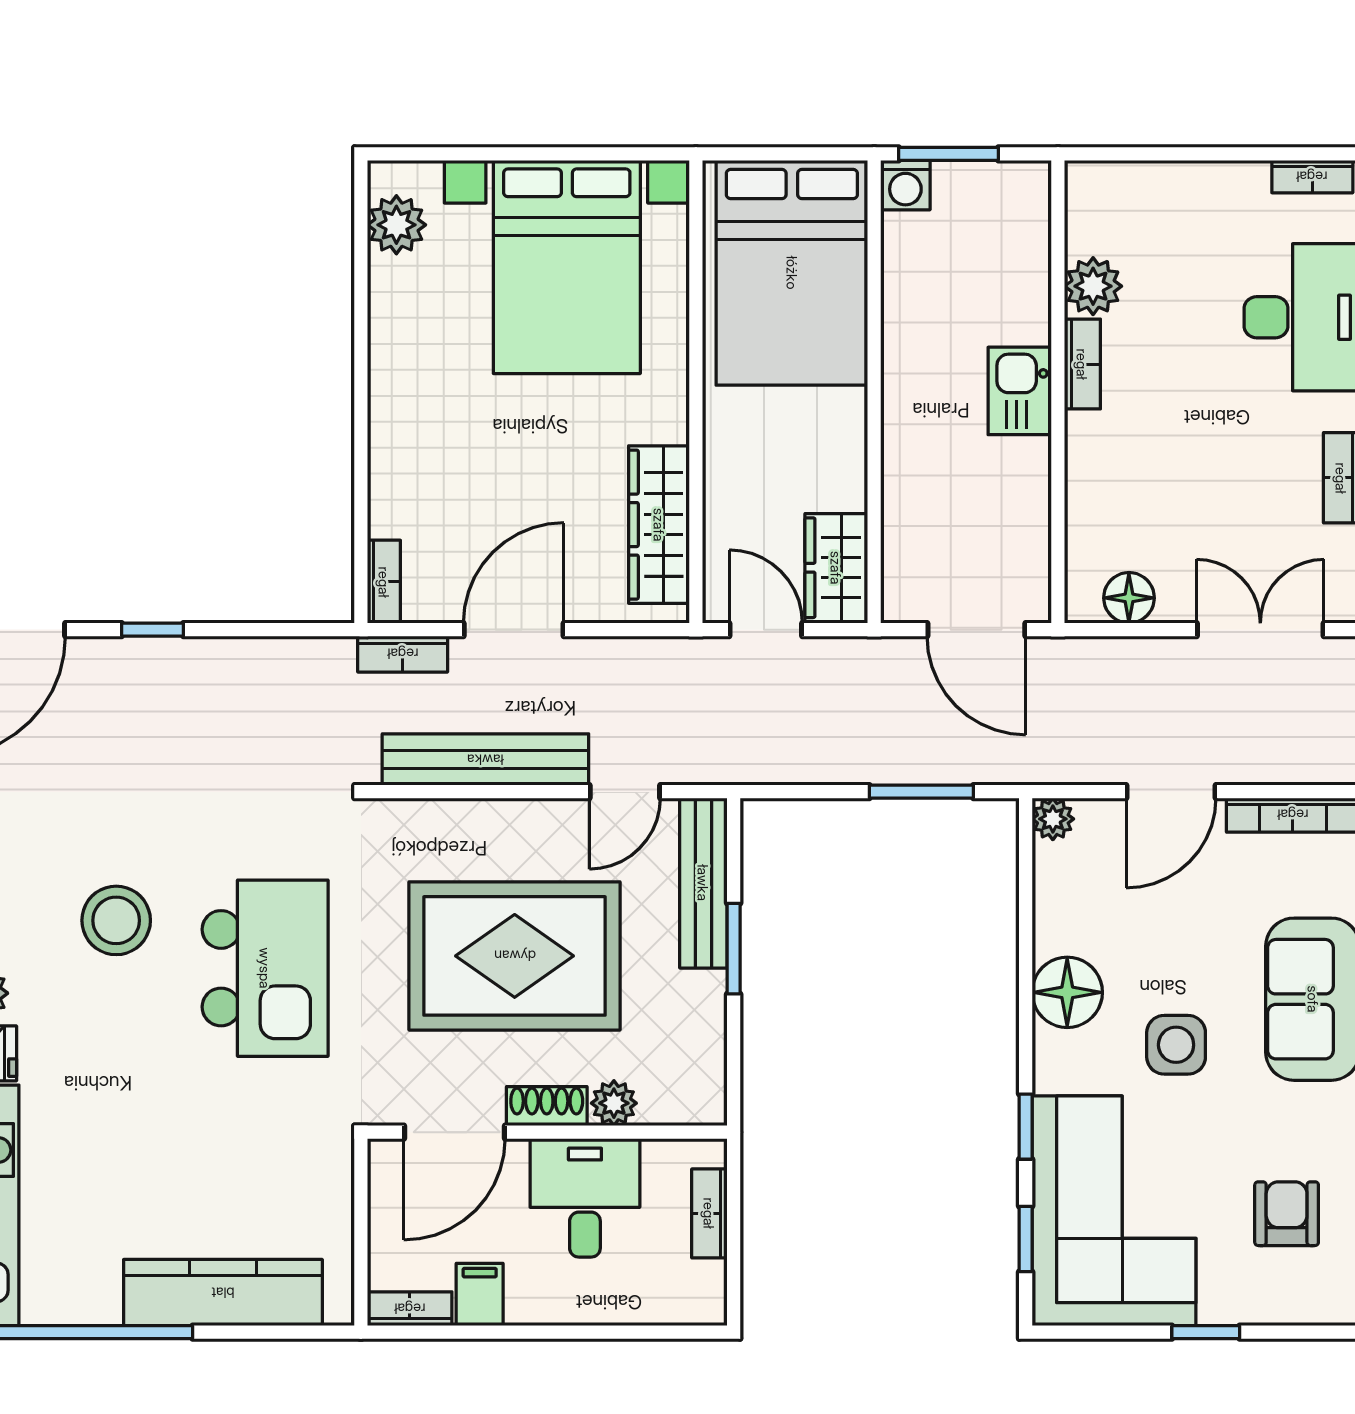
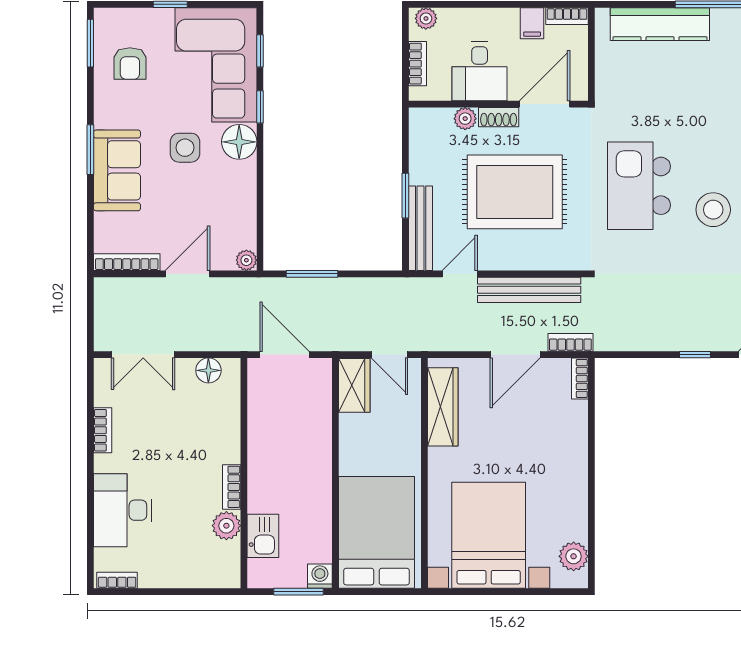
kitchen sink: (1020, 391) -> (263, 536), moved
floor lamp: (1067, 992) -> (239, 142), moved
plant: (693, 1304) -> (426, 18), added

